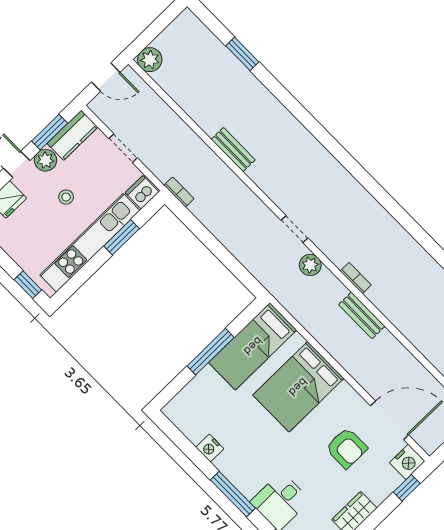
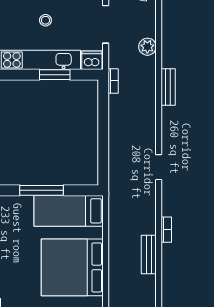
doorway: (123, 148) -> (106, 24), width x1.38
plant: (310, 265) -> (147, 47), moved
bed: (298, 387) -> (72, 267), width x1.36

